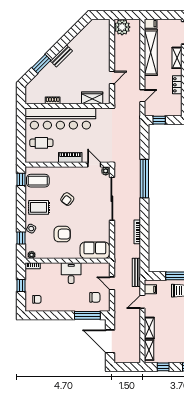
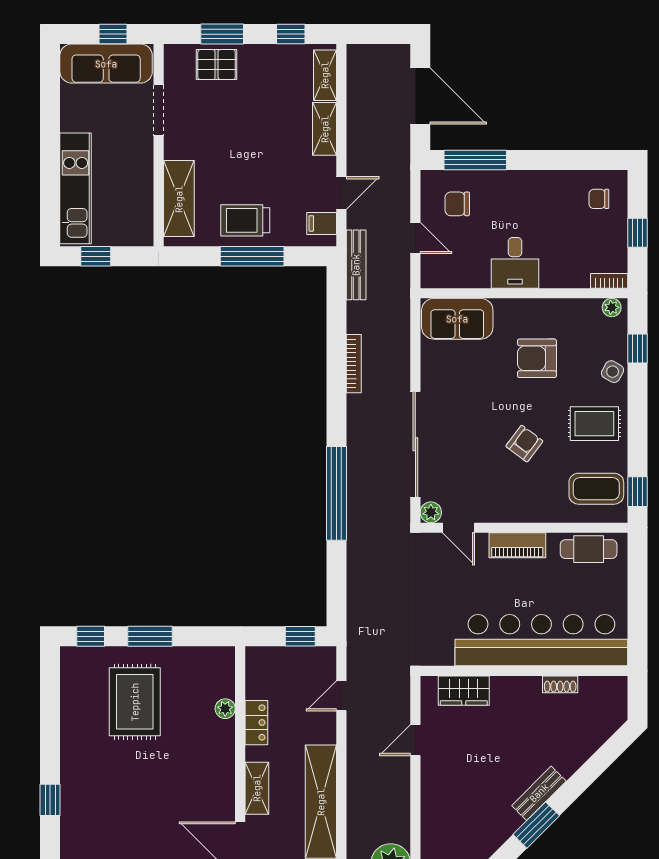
window: (41, 64) -> (536, 825), moved
cafe table: (41, 143) -> (589, 549), moved

